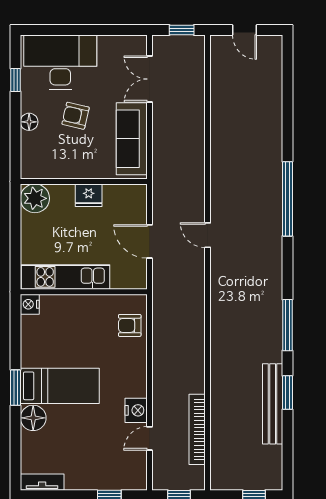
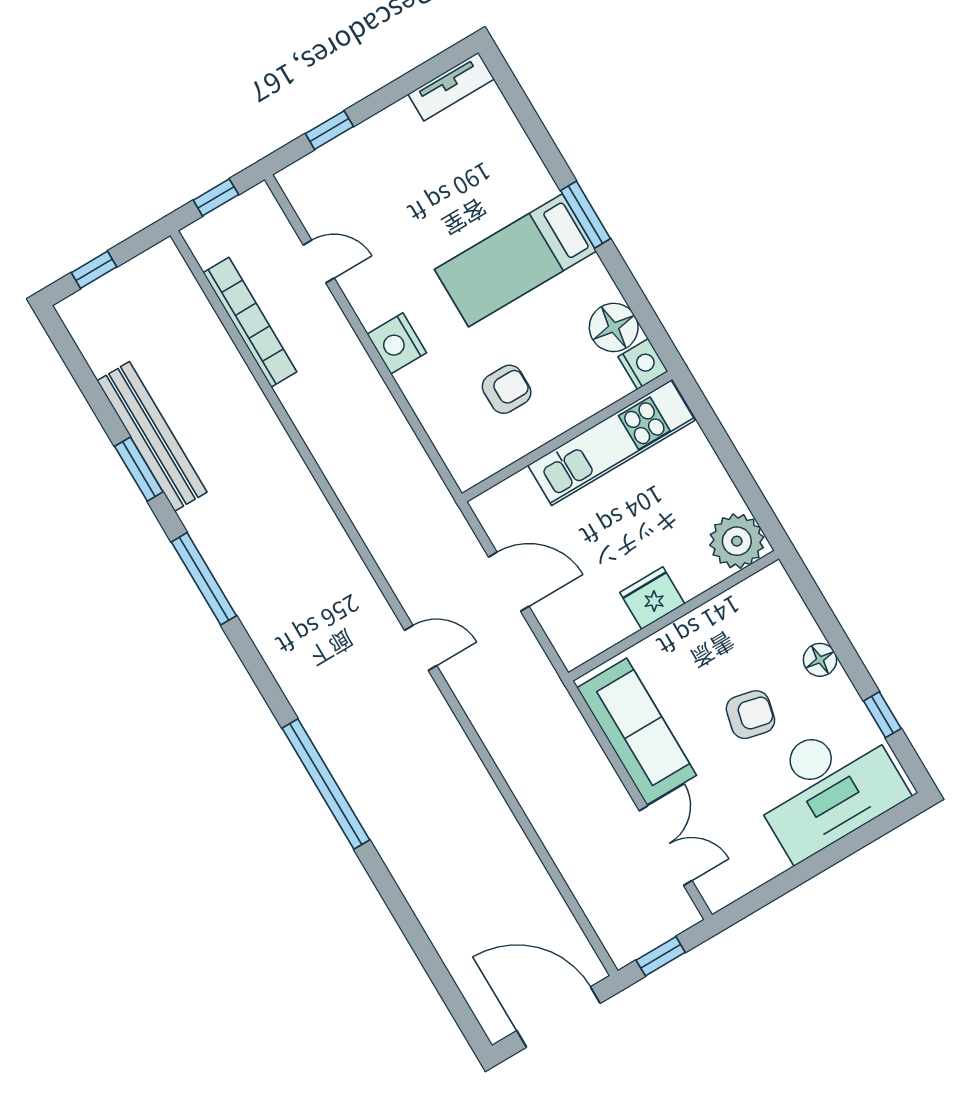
door: (245, 30) -> (558, 1017), width x1.87
armchair: (130, 325) -> (507, 389), moved
nightstand: (136, 410) -> (397, 343), moved
floor lamp: (33, 418) -> (614, 327), moved
door: (150, 438) -> (319, 262), hinge flipped

